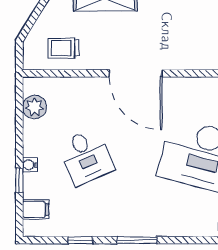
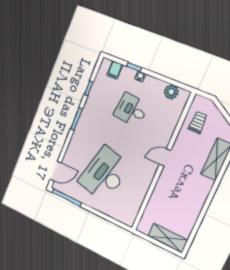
door: (135, 73) -> (165, 157), width x0.53
desk: (86, 157) -> (131, 110), turned 30

